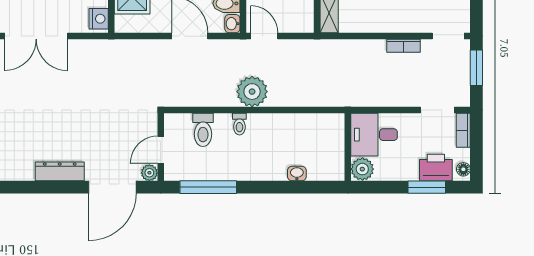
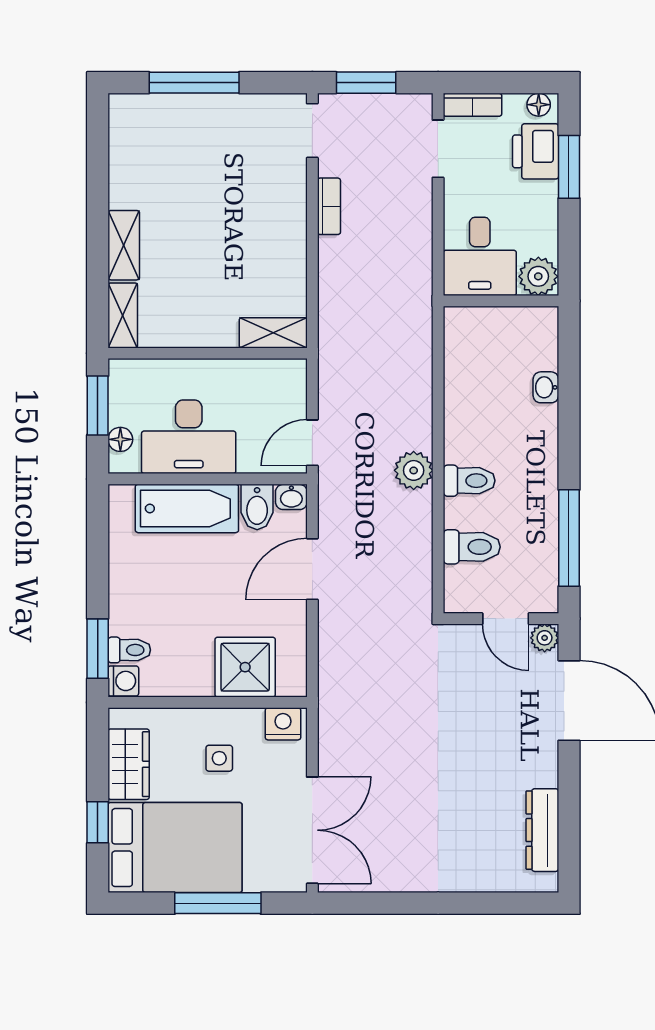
plant: (252, 92) -> (414, 470), width x0.73, depth x0.73
toilet: (239, 124) -> (469, 481), width x1.37, depth x1.39
dresser: (60, 171) -> (542, 830), moved

